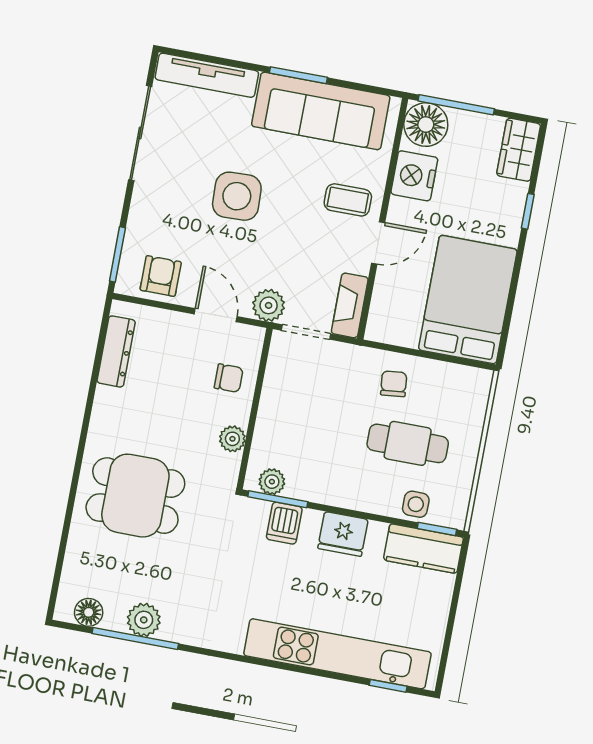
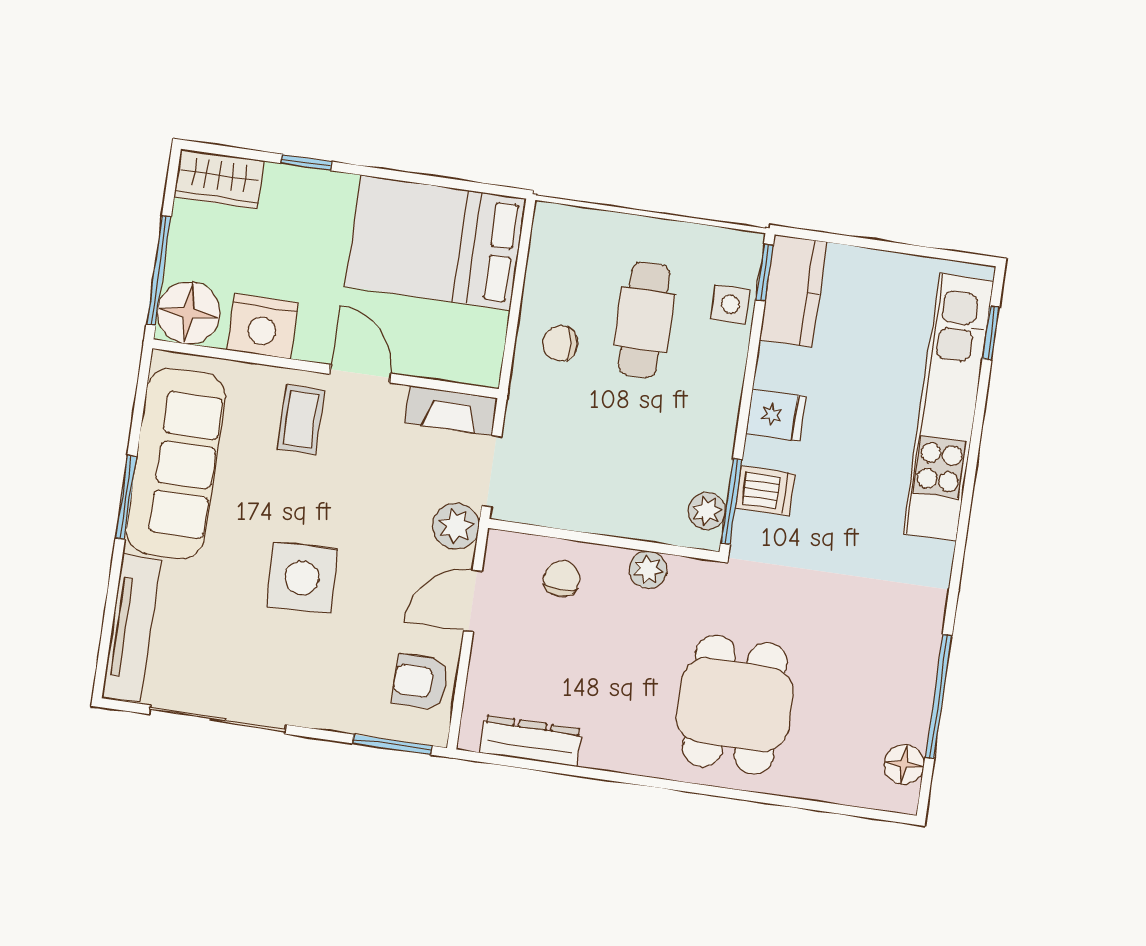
fridge: (343, 534) -> (776, 415), width x0.72
plant: (144, 620) -> (911, 685), removed

